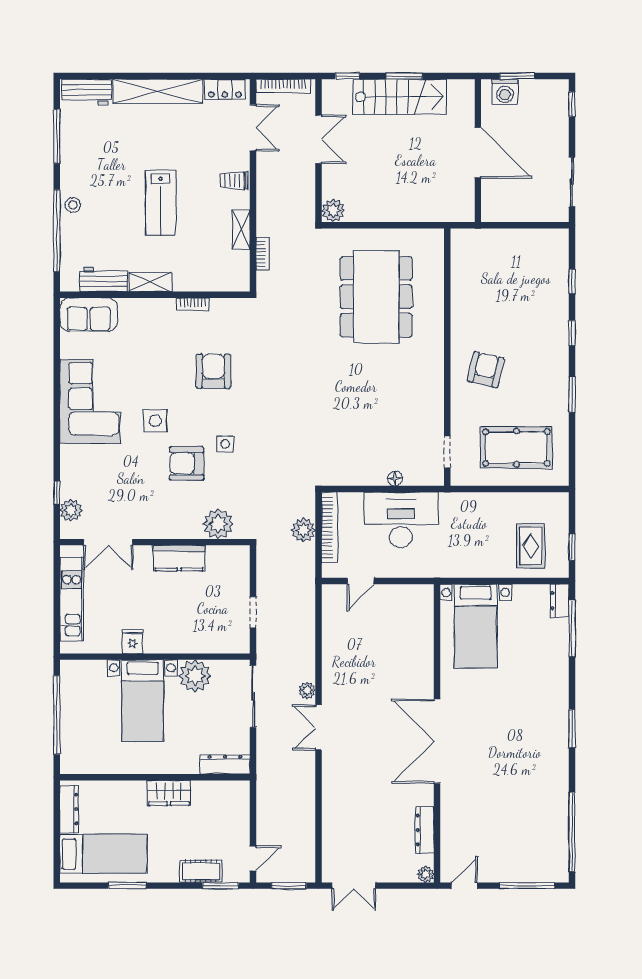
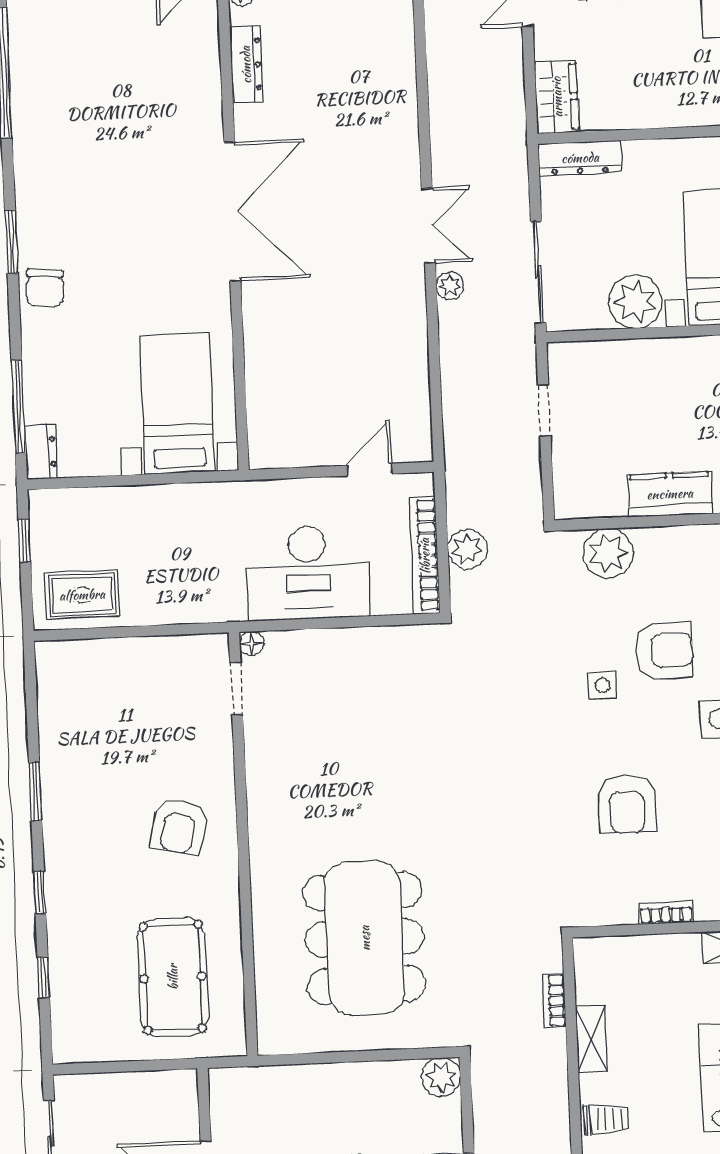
pool table: (516, 448) -> (173, 977), moved, turned 90
floor lamp: (395, 479) -> (252, 644), moved
rug: (531, 546) -> (82, 595), moved, turned 90
chair: (553, 700) -> (45, 288), added
wardrobe: (169, 793) -> (557, 97), moved, turned 90

